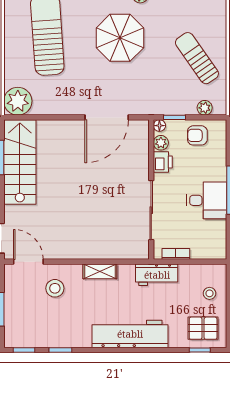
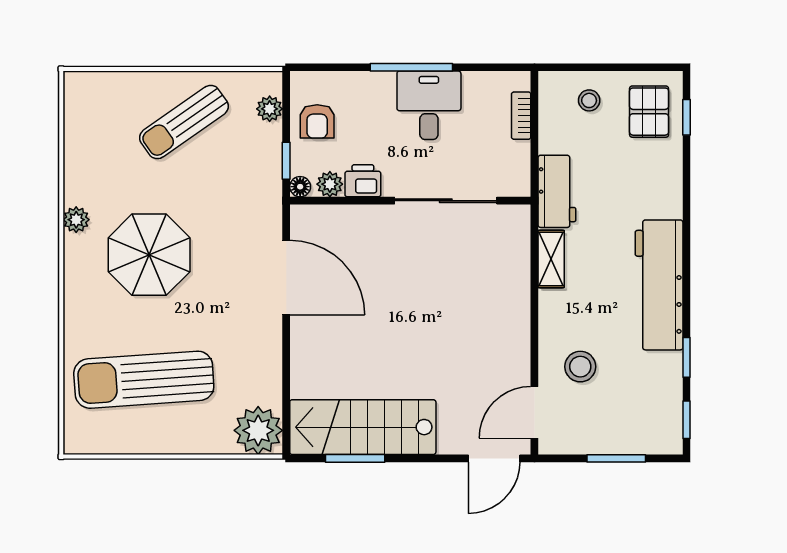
bookcase: (176, 254) -> (521, 116), moved
shelving: (100, 271) -> (551, 259), moved
workbench: (130, 334) -> (659, 285), moved

